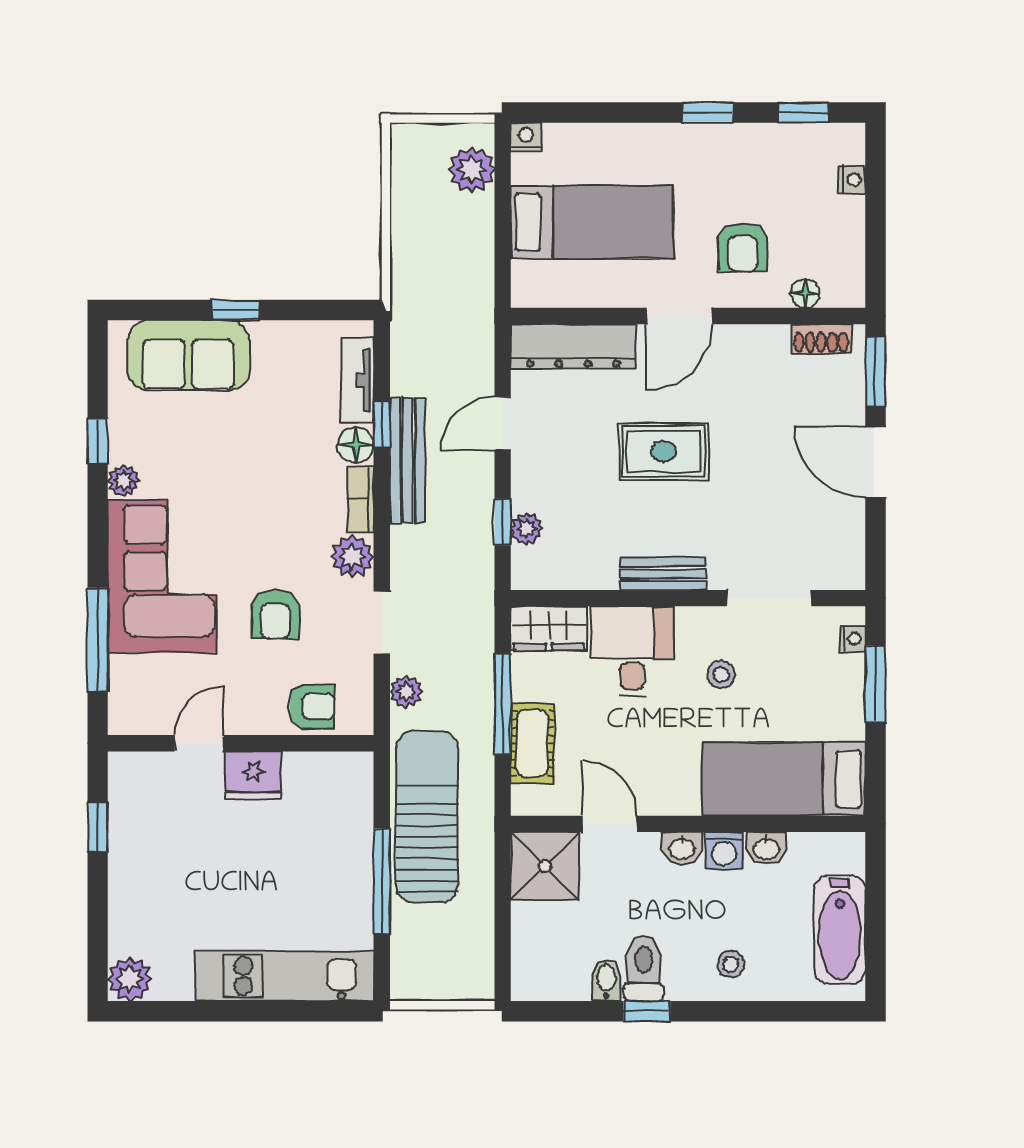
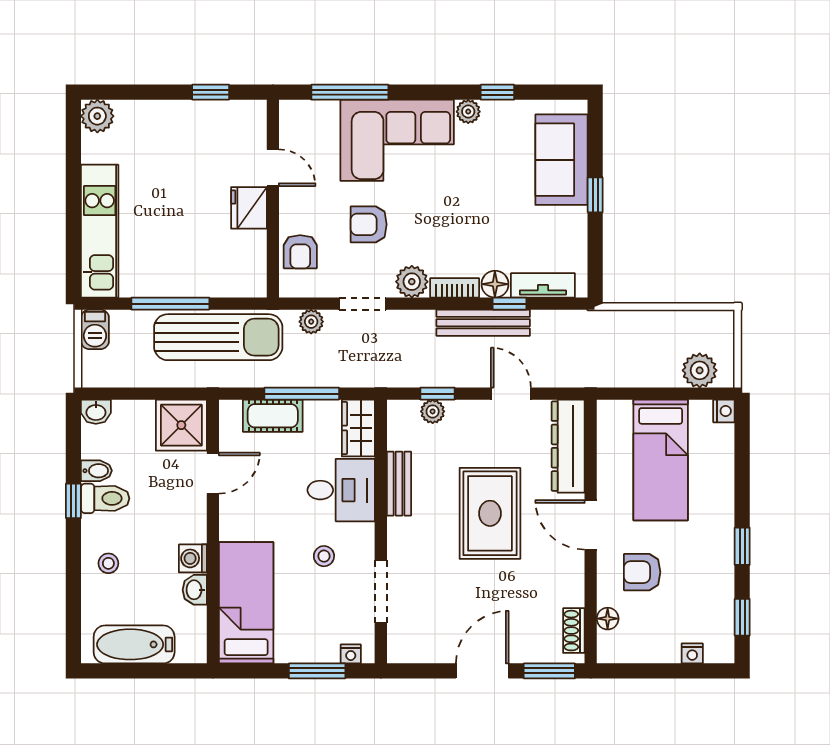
rug: (664, 451) -> (490, 513), width x1.36, depth x1.43
bench: (663, 574) -> (399, 484), moved
washbasin: (682, 848) -> (96, 412), moved, turned -90
barbecue: (416, 982) -> (95, 329), added

